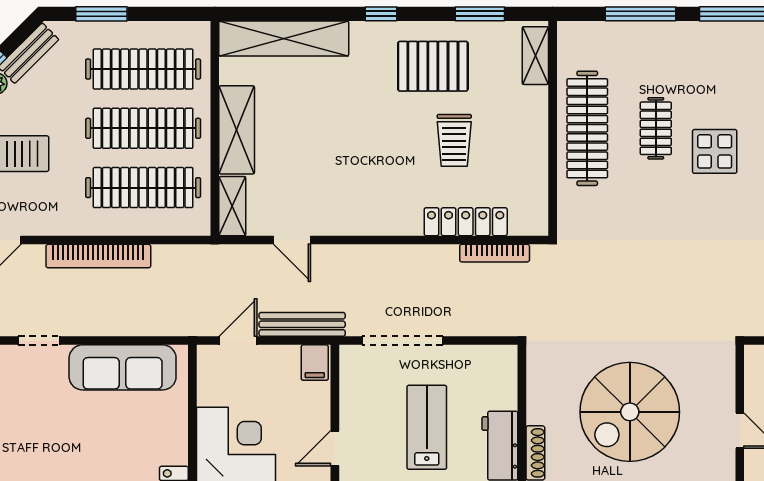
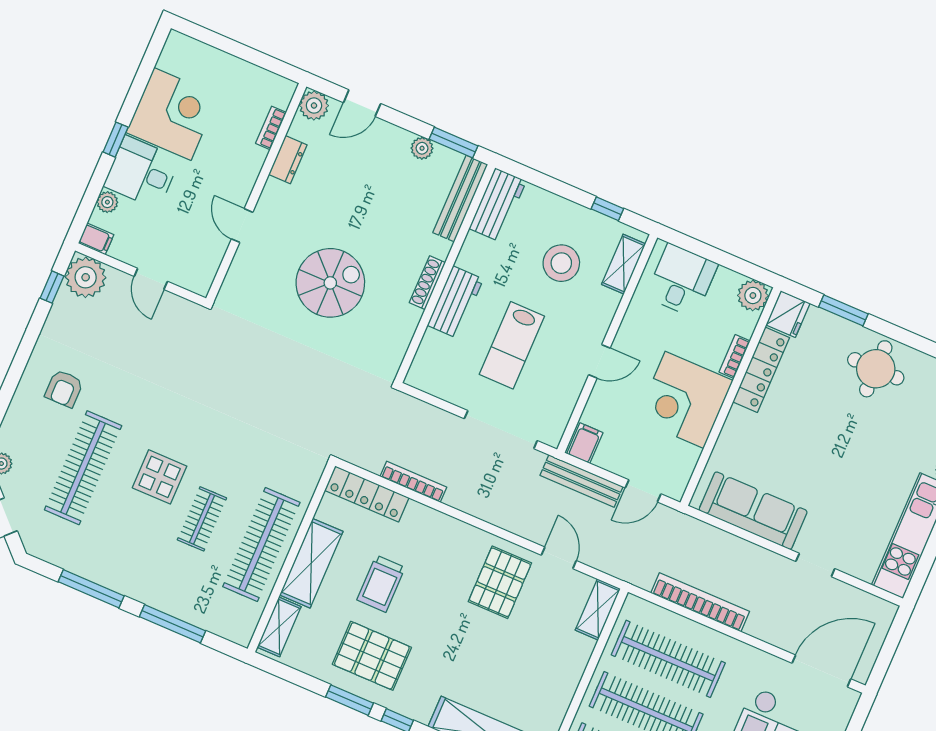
window: (480, 14) -> (350, 700), moved
shelving: (237, 130) -> (311, 563), moved
trolley: (454, 140) -> (381, 584), turned 180
pallet: (339, 192) -> (500, 582), added
locker: (466, 222) -> (367, 494), moved
bookcase: (495, 253) -> (413, 482), moved
bookcase: (98, 256) -> (700, 602), moved
spiral stairs: (630, 412) -> (330, 283), width x0.73, depth x0.73

